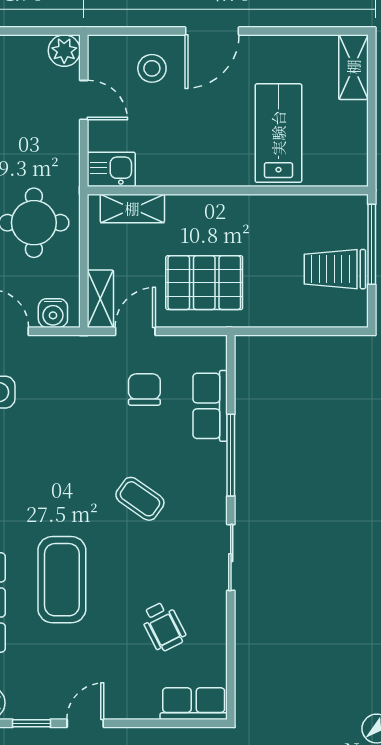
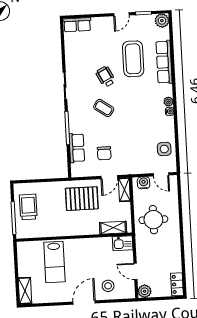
trolley: (335, 269) -> (28, 207), turned -90
coffee table: (62, 580) -> (133, 59), moved
wheelchair: (163, 626) -> (106, 77), moved

